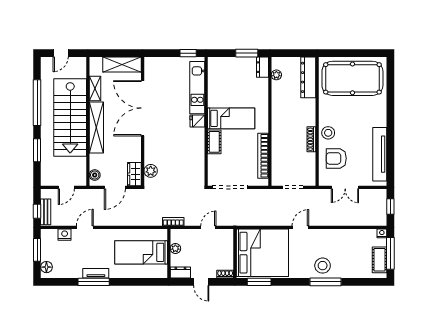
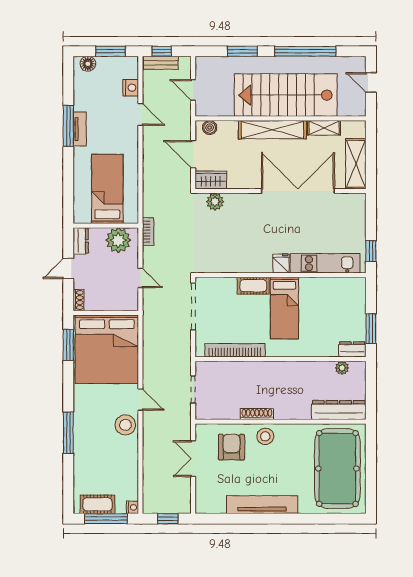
tv unit: (380, 154) -> (262, 505), moved
plant: (175, 248) -> (118, 240), width x1.88, depth x1.88
stool: (323, 266) -> (125, 425), moved

